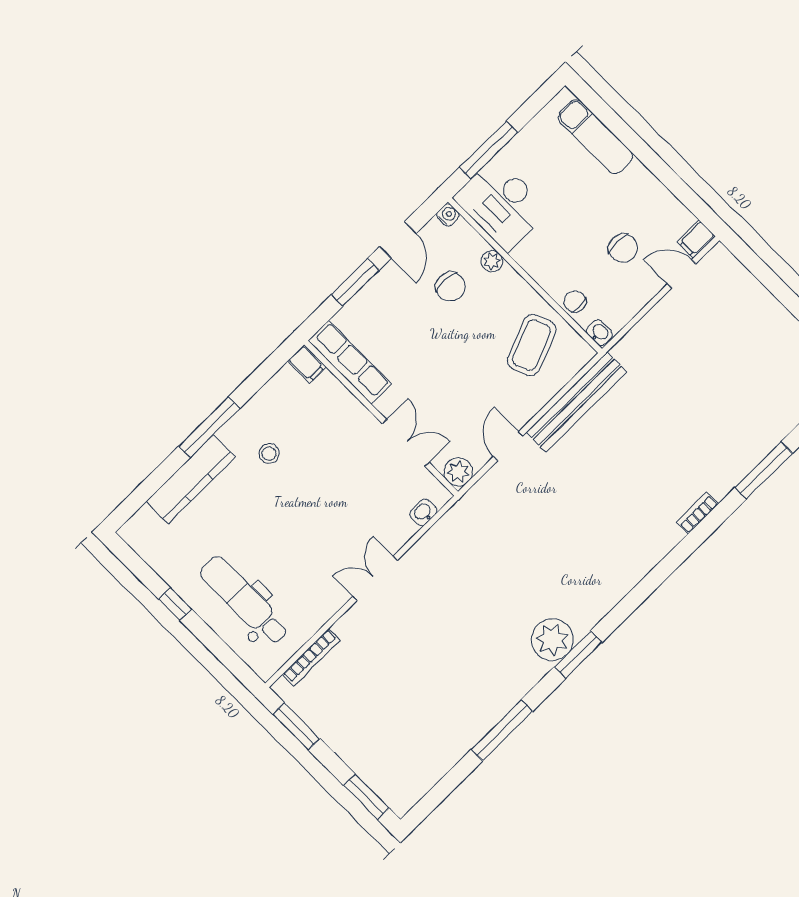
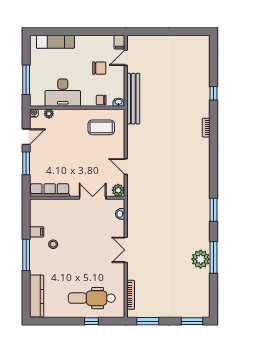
desk: (502, 204) -> (63, 93), moved
door: (398, 240) -> (26, 137), hinge flipped
plant: (492, 261) -> (49, 114), moved
chair: (450, 287) -> (57, 135), removed
coffee table: (532, 345) -> (101, 127), turned -68
filing cabinet: (307, 364) -> (37, 232), moved
bench: (576, 402) -> (133, 99), moved
window: (764, 470) -> (214, 93), width x0.46
kitchen counter: (191, 479) -> (37, 296), moved
window: (175, 604) -> (91, 321), moved
plant: (552, 640) -> (201, 259), moved

